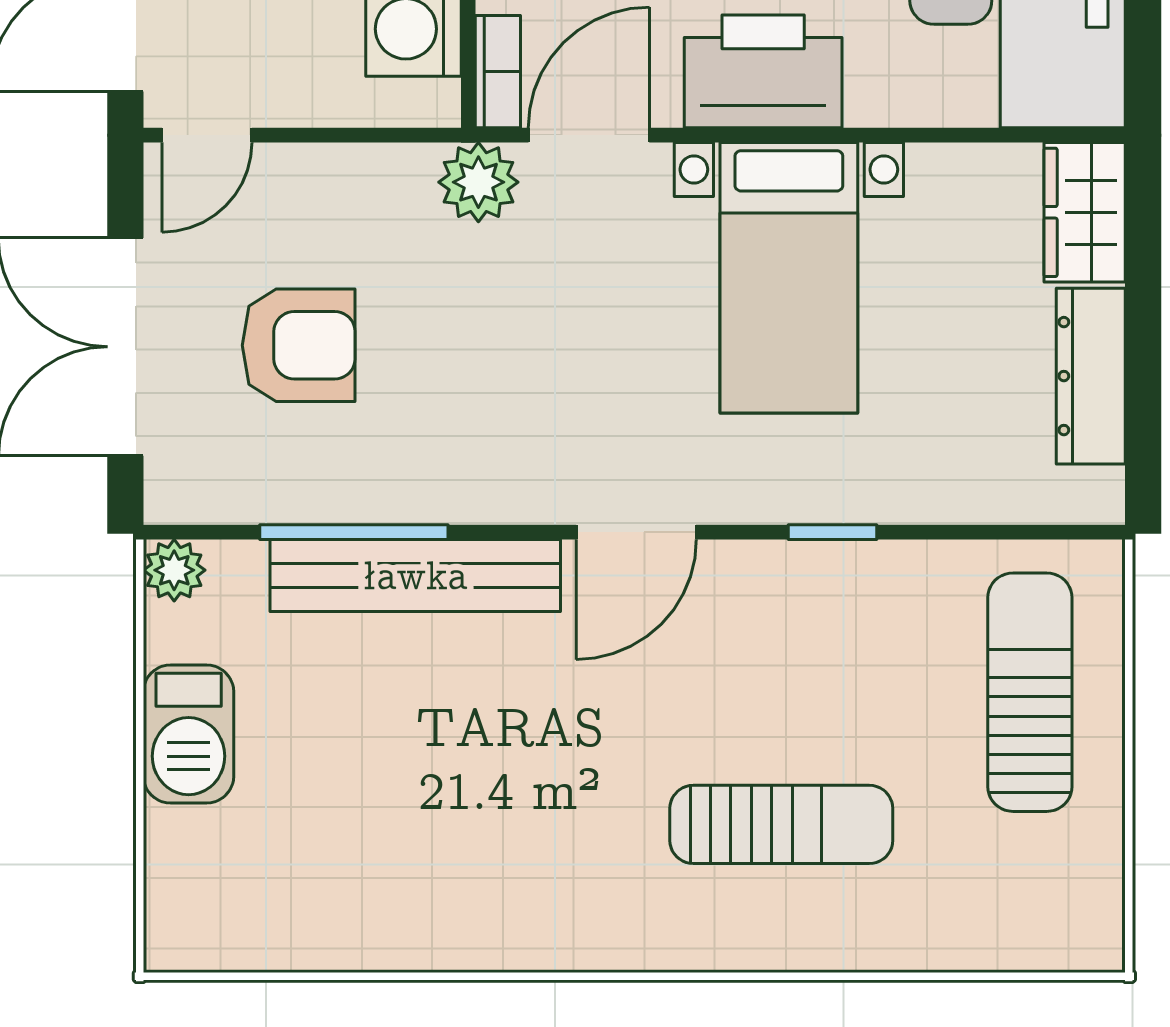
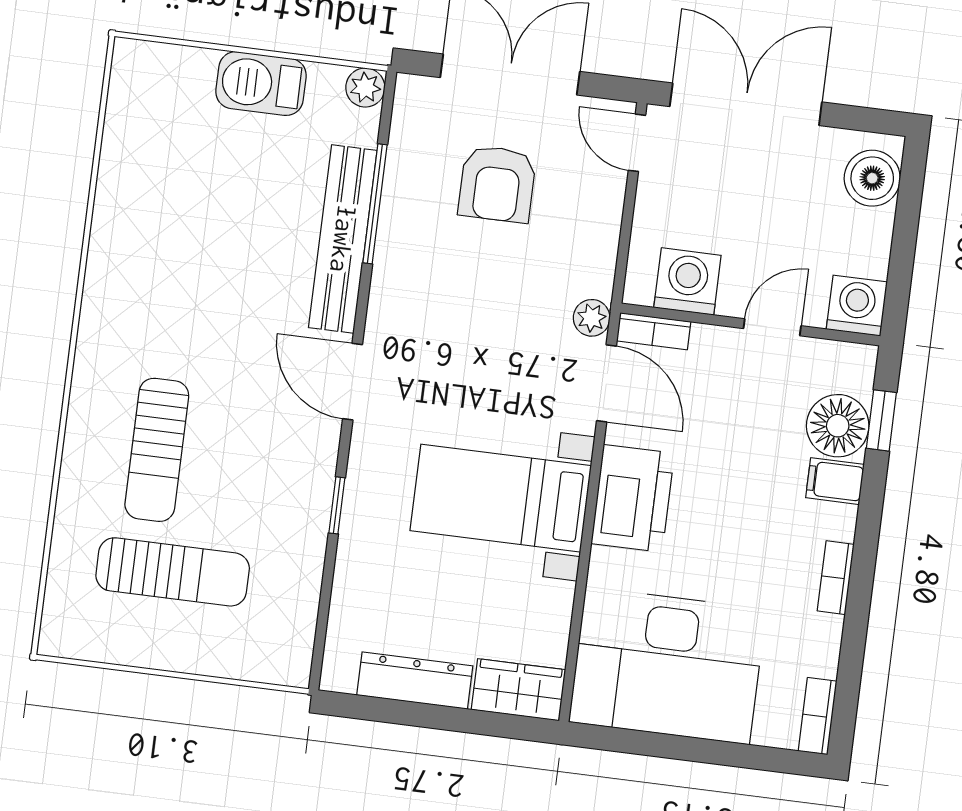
plant: (478, 182) -> (592, 318), width x0.73, depth x0.73
sun lounger: (1030, 692) -> (173, 572), moved

